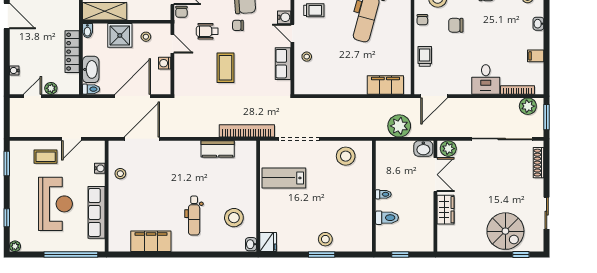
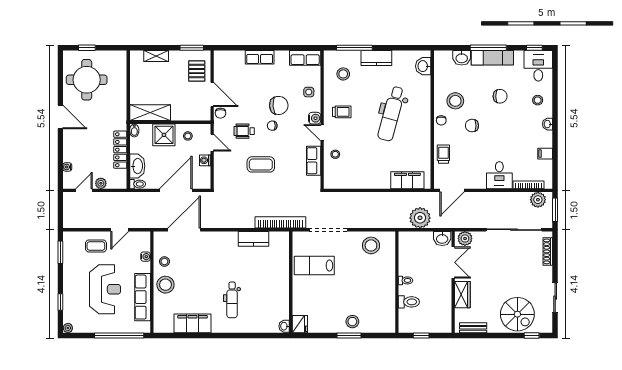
coffee table: (225, 68) -> (261, 164), turned 90
stool: (234, 218) -> (165, 285), moved
bench: (457, 246) -> (473, 328), added

